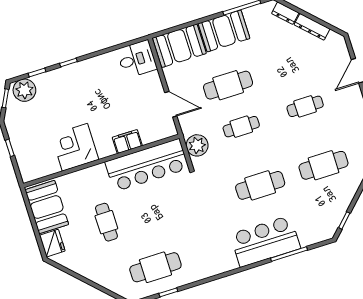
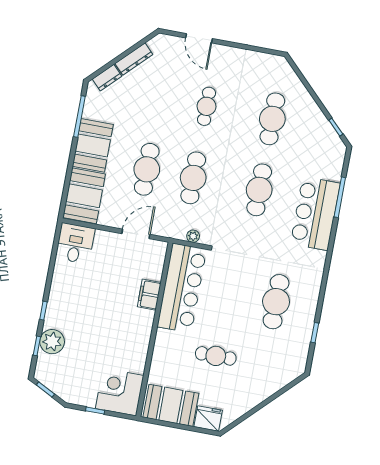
plant: (24, 90) -> (52, 342), moved
cafe table: (241, 127) -> (193, 178), width x1.37, depth x1.35
plant: (197, 145) -> (193, 236), width x0.53, depth x0.53
corner desk: (75, 147) -> (120, 392), moved, turned 90
cafe table: (155, 267) -> (276, 302), moved

